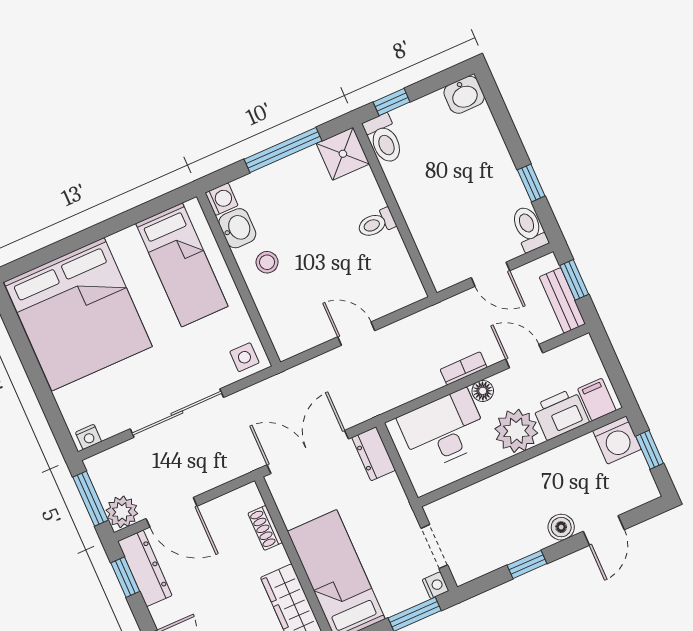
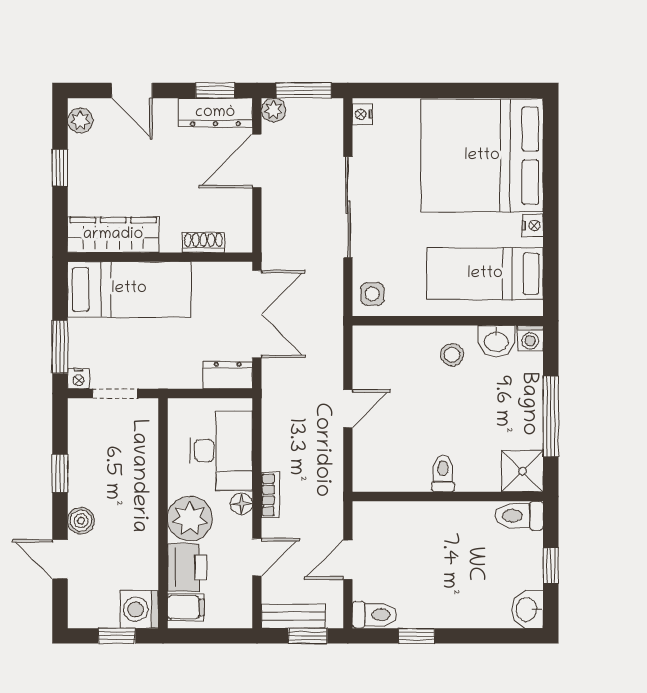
window: (392, 102) -> (551, 565), moved
nightstand: (120, 241) -> (533, 225), added
plant: (122, 512) -> (273, 110), width x0.73, depth x0.73

